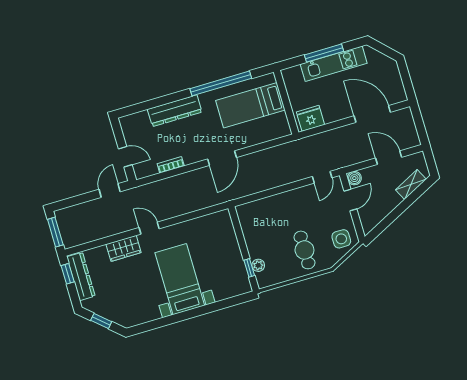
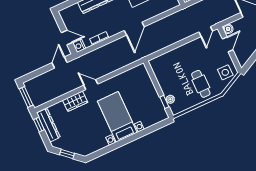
nightstand: (141, 171) -> (79, 46), added

